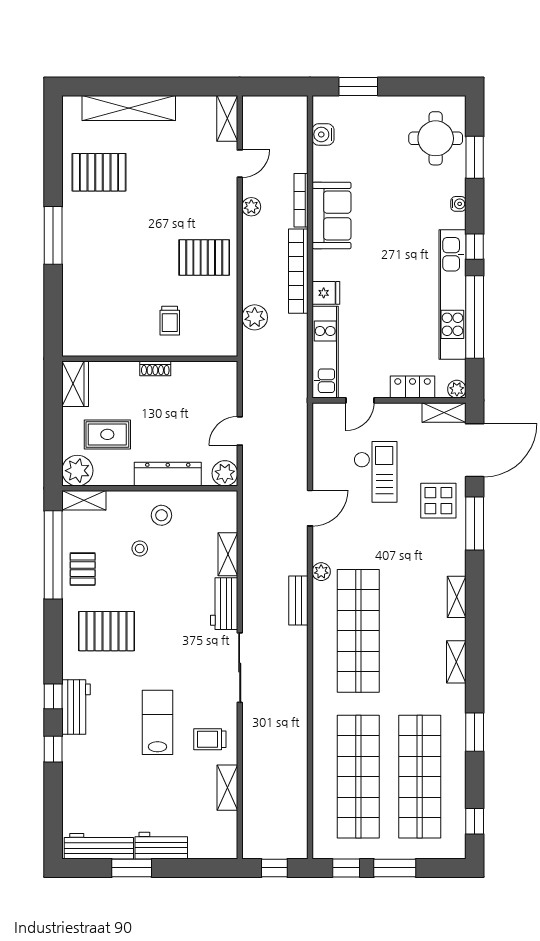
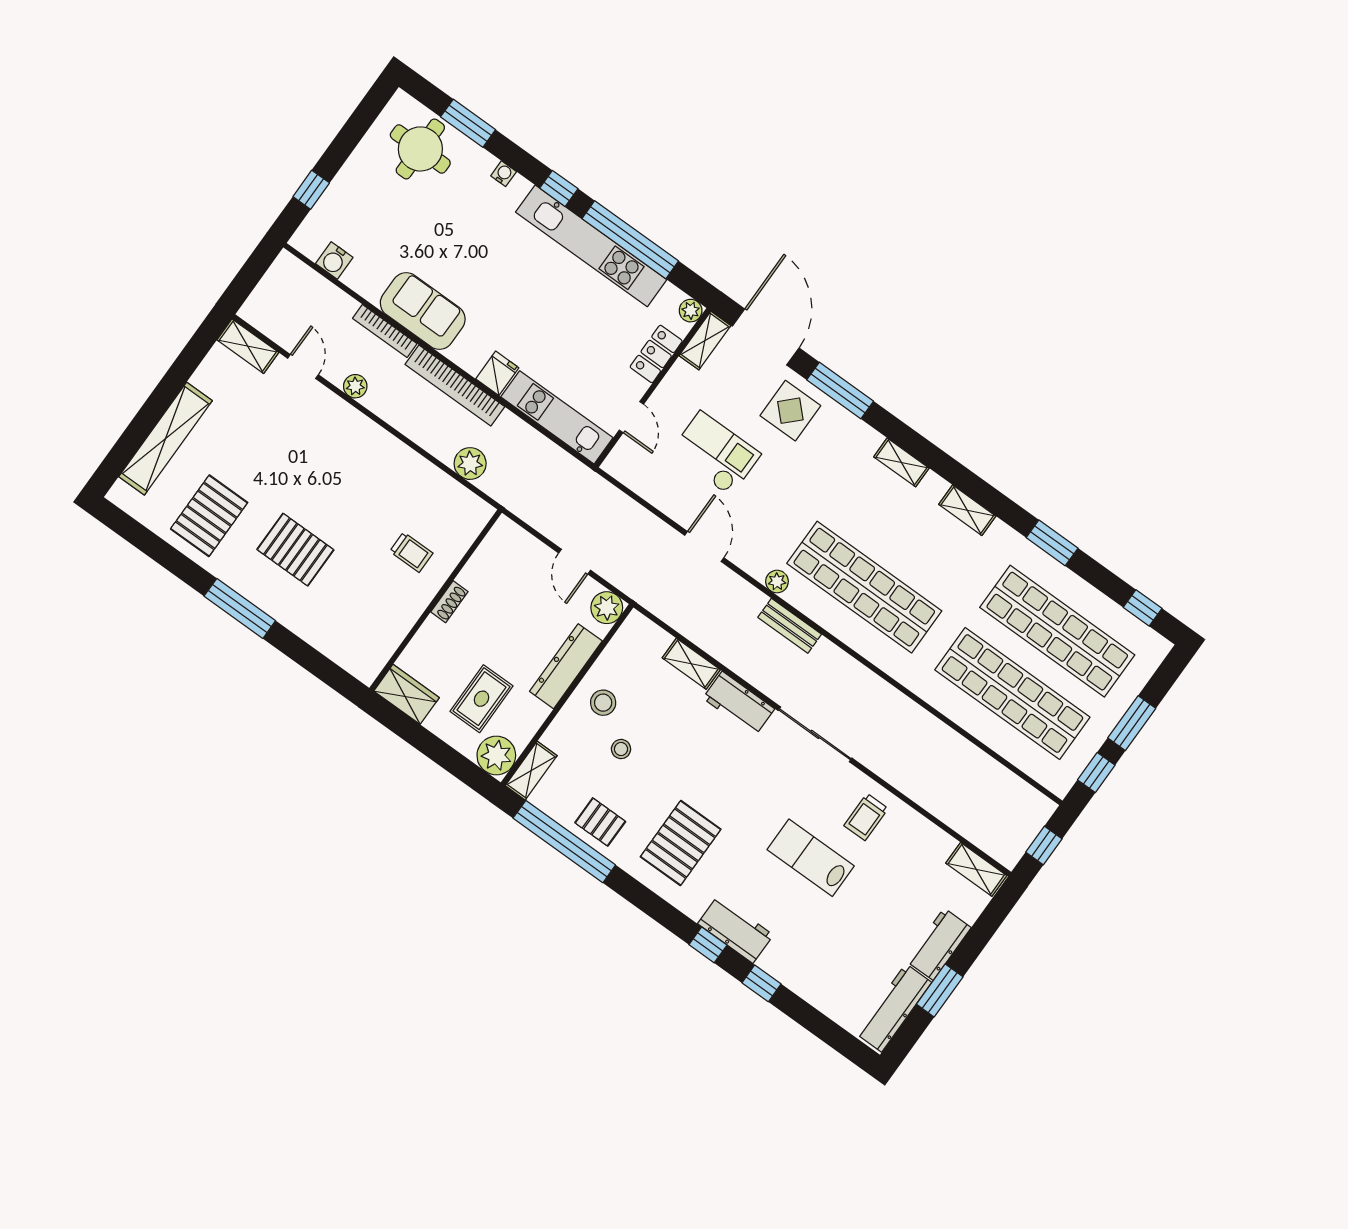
window: (358, 86) -> (311, 190), width x0.67
pallet: (204, 257) -> (295, 550), moved, turned 90
shelving: (227, 788) -> (976, 869), moved

